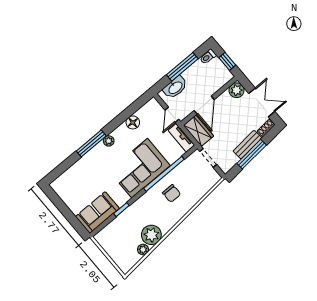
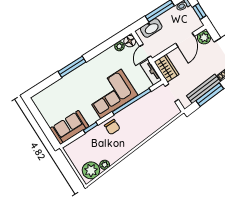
door: (204, 105) -> (185, 40), moved
floor lamp: (133, 122) -> (130, 41), moved
plant: (109, 141) -> (119, 46), moved
bench: (247, 145) -> (204, 89), width x1.36
chair: (172, 193) -> (112, 127), moved
plant: (151, 235) -> (91, 170), moved

